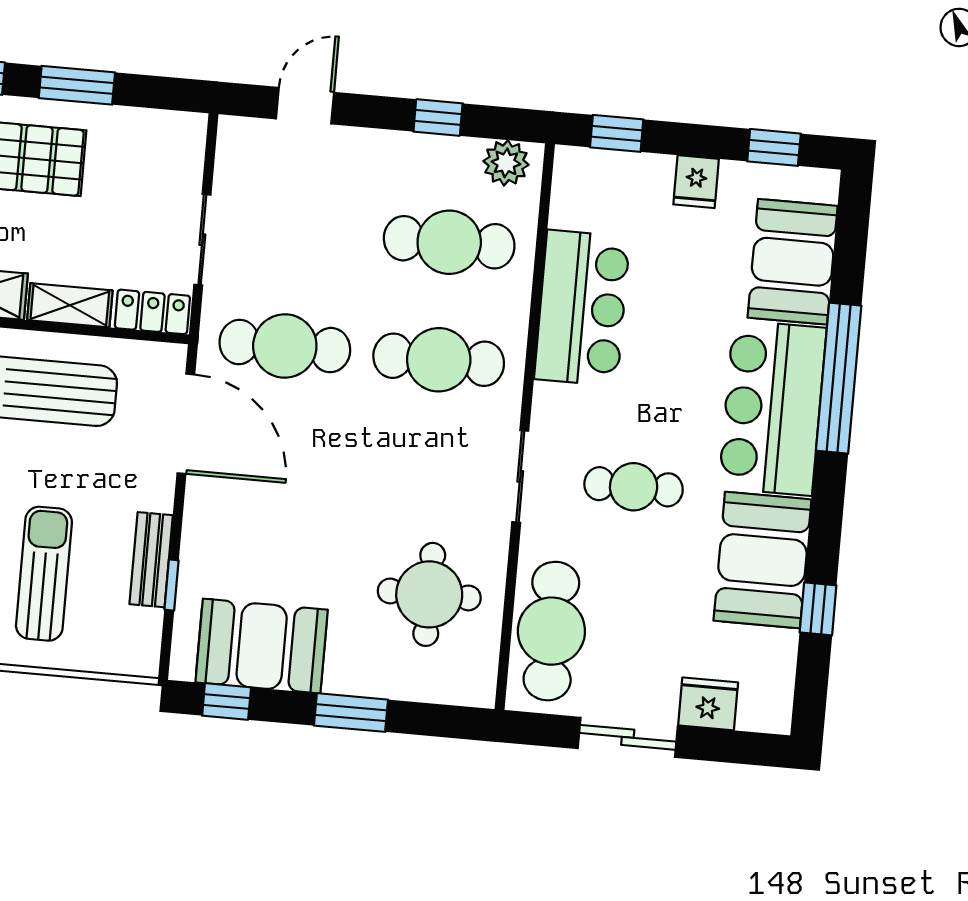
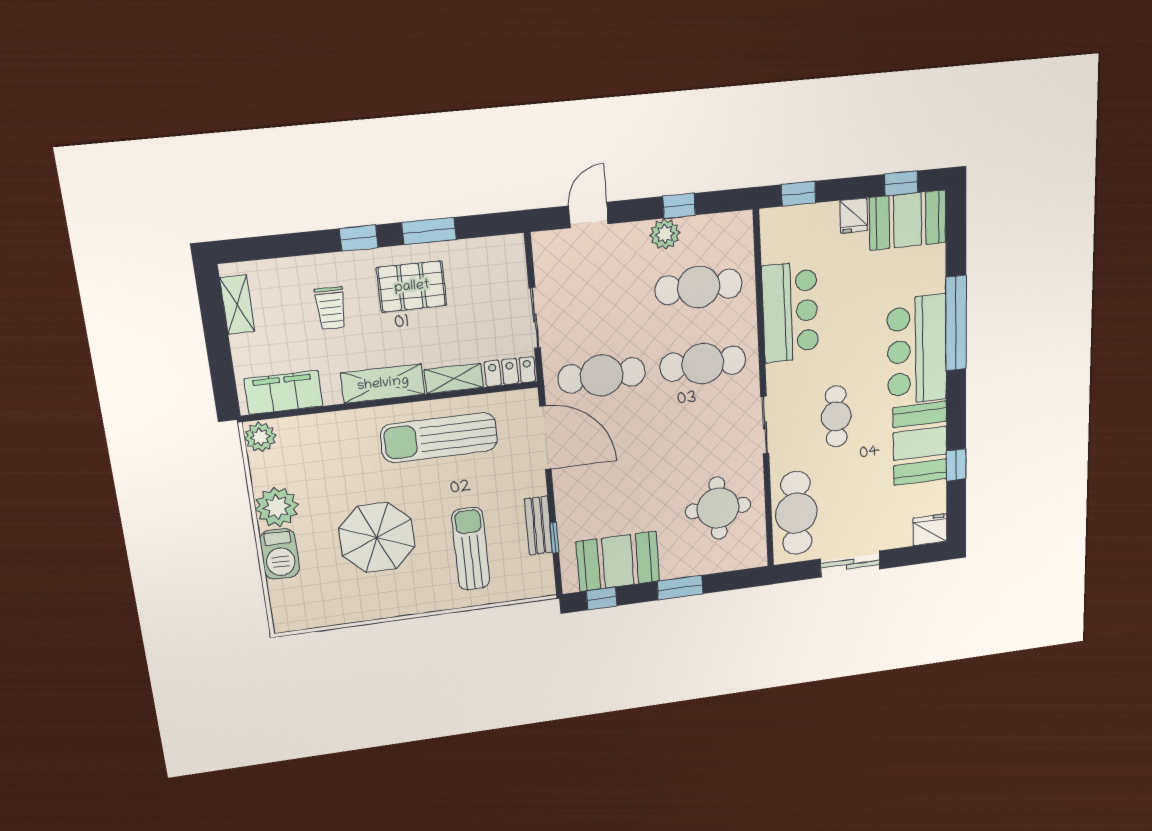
plant: (506, 163) -> (665, 234), moved
booth: (793, 262) -> (908, 220), moved, turned 90
cafe table: (634, 487) -> (836, 416), turned 90
fridge: (708, 704) -> (930, 530), moved

